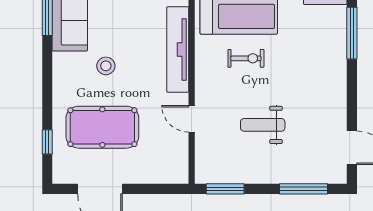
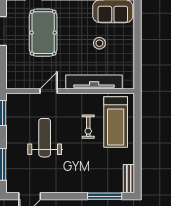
stool: (106, 66) -> (99, 43), moved
weight bench: (263, 125) -> (45, 138), width x1.36, depth x1.33

